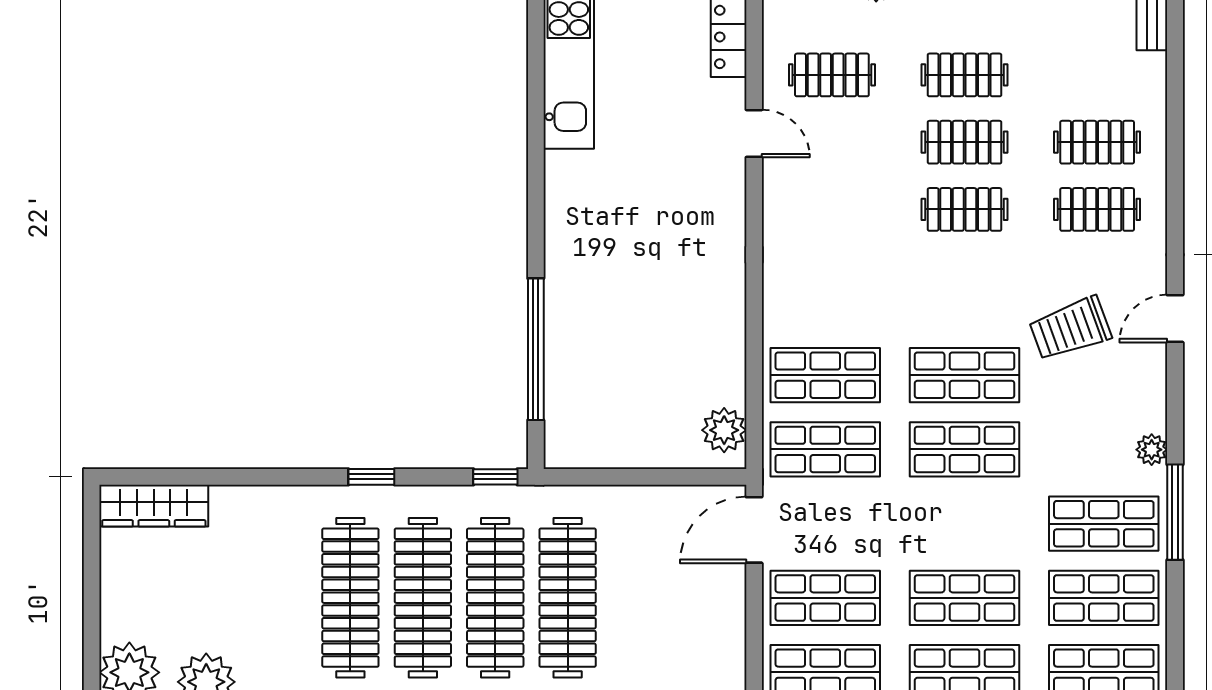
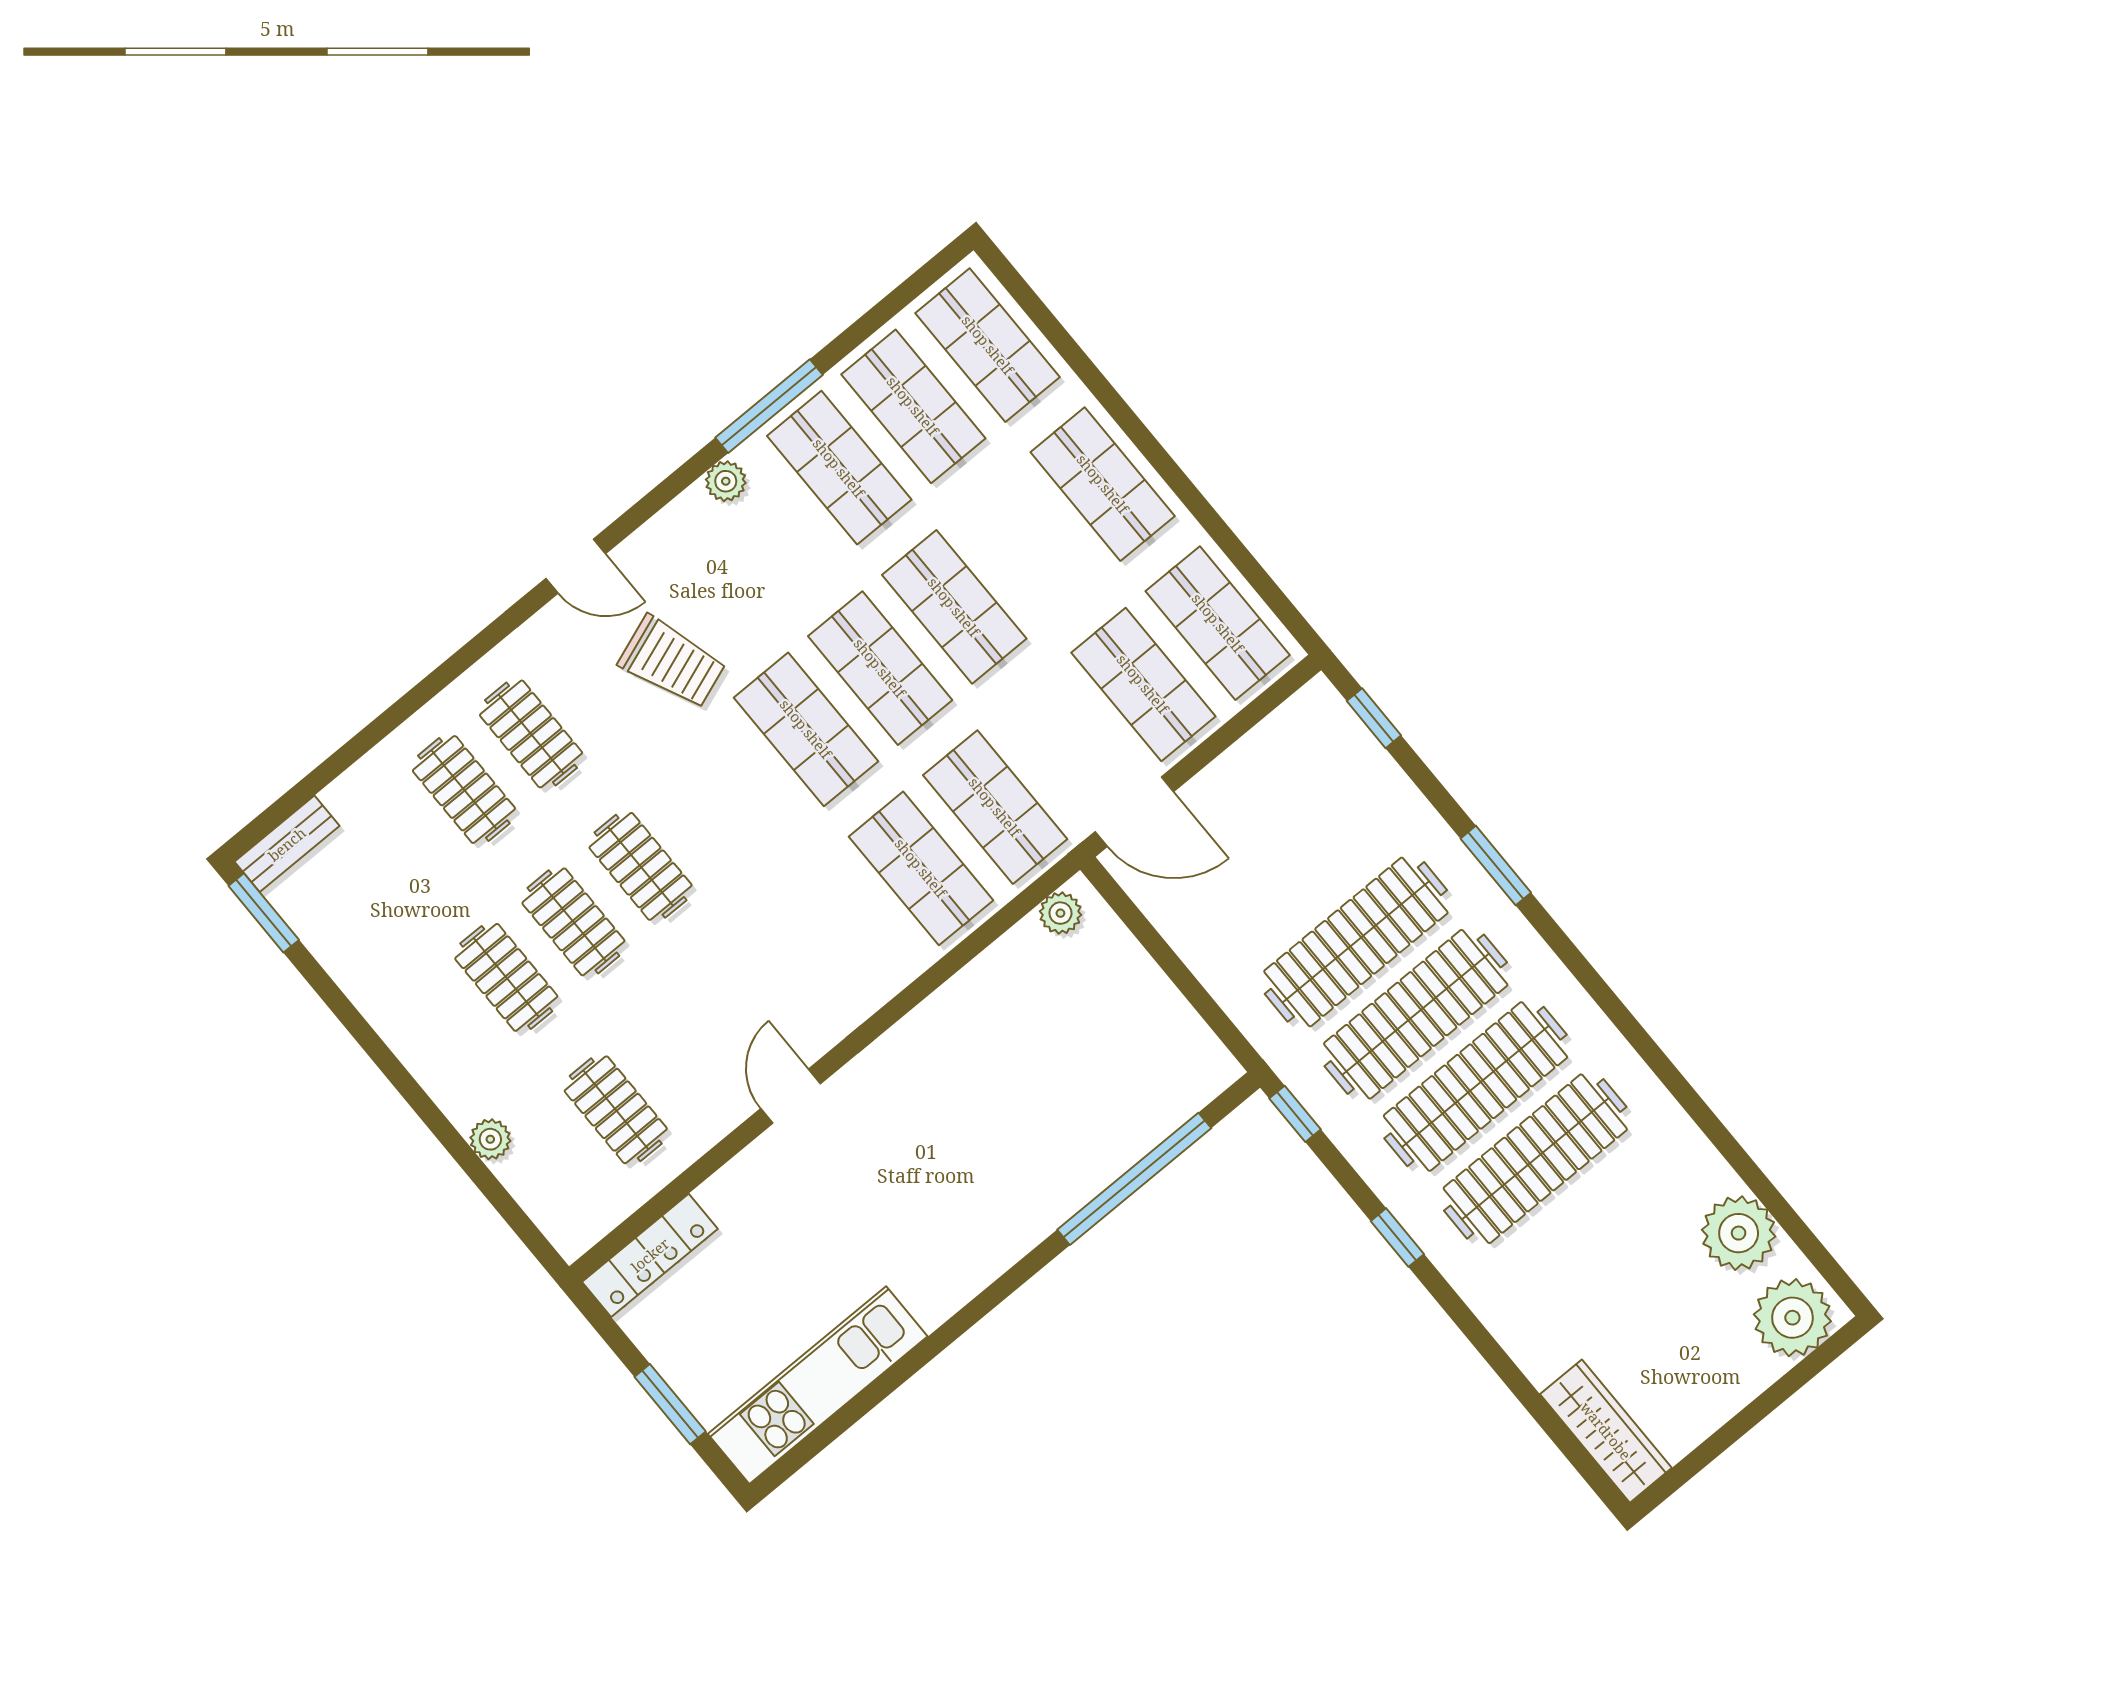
door: (754, 134) -> (791, 1096), moved
plant: (724, 430) -> (1060, 913), width x0.73, depth x0.73
shop shelf: (965, 598) -> (954, 607), moved

